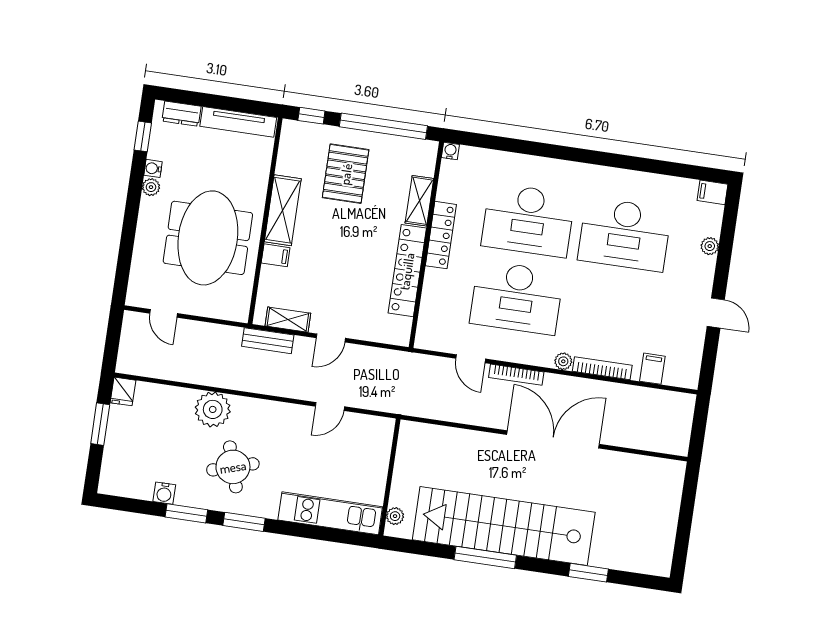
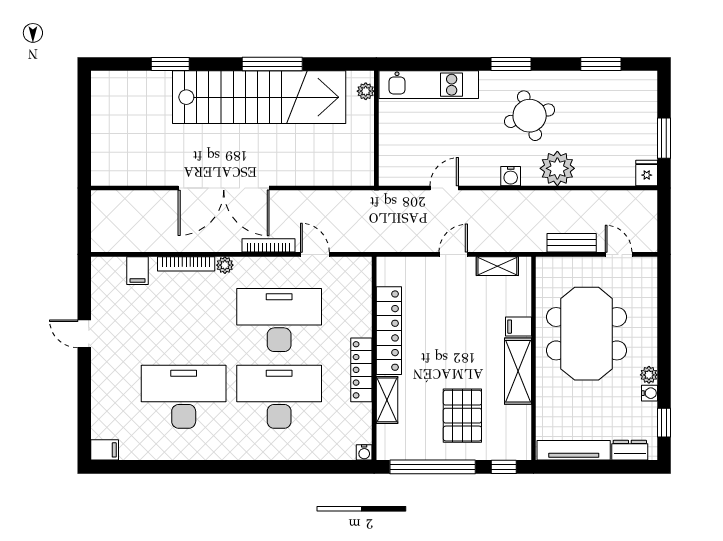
plant: (710, 246) -> (100, 398), removed
bench: (268, 341) -> (572, 243), moved
water cooler: (164, 493) -> (511, 176), moved, turned 180
window: (186, 513) -> (601, 64), moved

